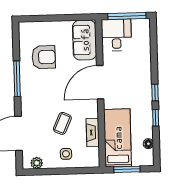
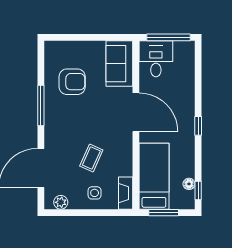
door: (100, 82) -> (136, 112), swing flipped
window: (156, 118) -> (198, 191), moved
fireplace: (93, 132) -> (126, 193), moved

